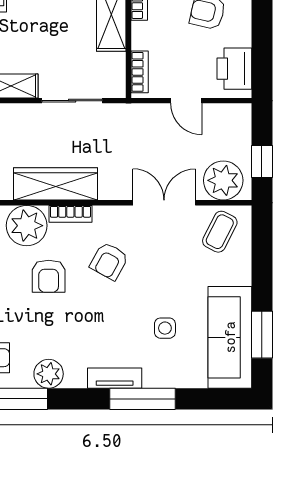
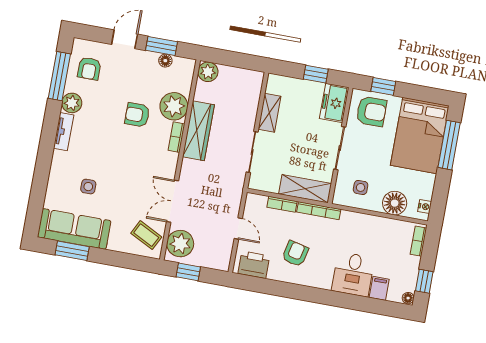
bookcase: (140, 72) -> (282, 204), moved
door: (186, 101) -> (238, 228), swing flipped
double door: (164, 203) -> (172, 201), swing flipped
armchair: (109, 261) -> (140, 157), removed
tv unit: (115, 378) -> (64, 132), moved
window: (142, 399) -> (44, 163), removed

